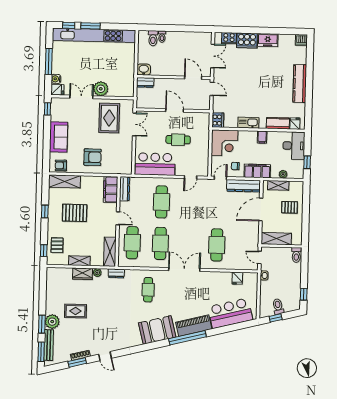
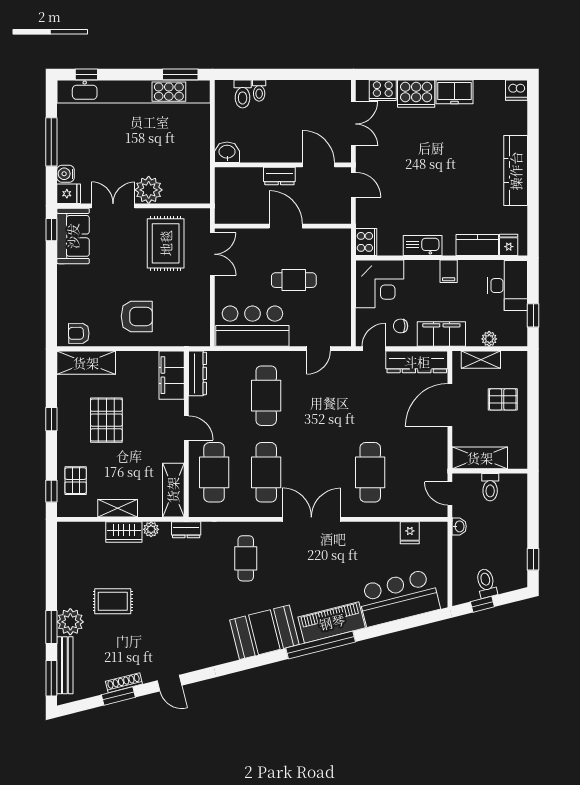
window: (90, 26) -> (180, 74), moved
dresser: (145, 82) -> (279, 176), moved
sofa: (59, 137) -> (73, 236), moved
pallet: (75, 213) -> (106, 420), turned 90
toilet: (296, 255) -> (490, 487), moved

